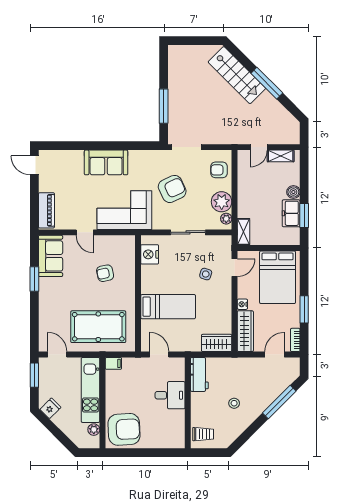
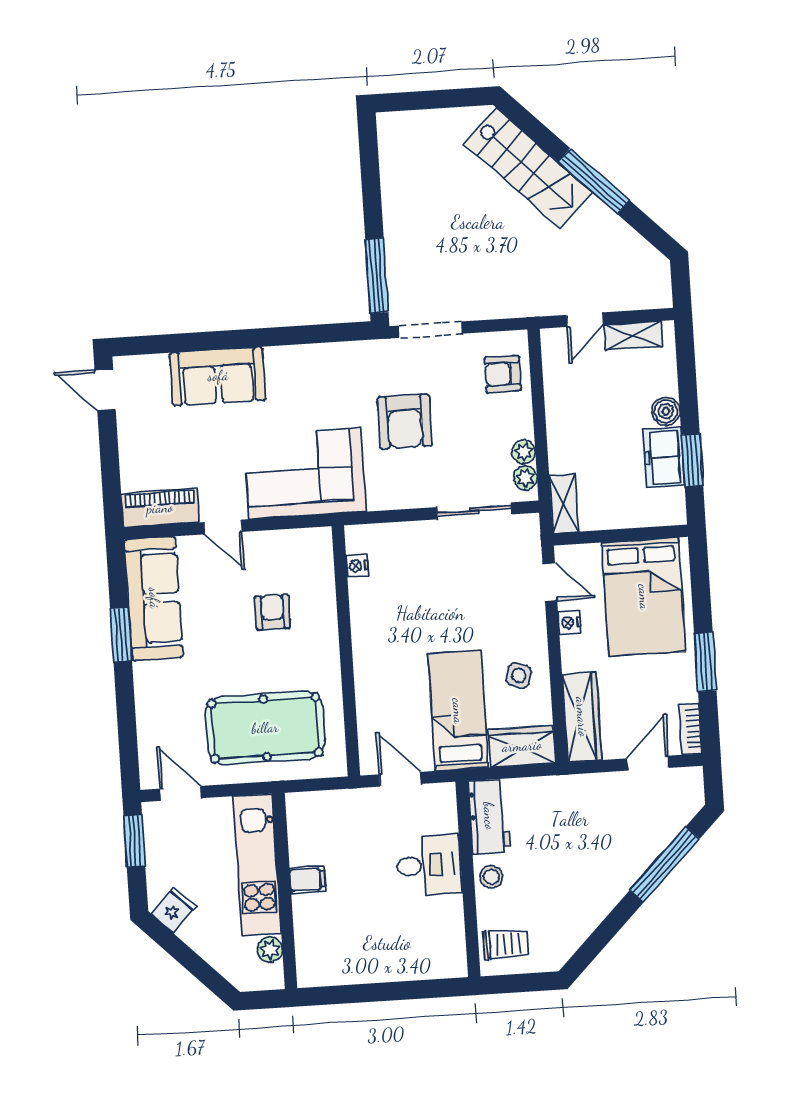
window: (164, 106) -> (377, 276), moved
sofa: (106, 162) -> (218, 376), moved
armchair: (172, 189) -> (405, 422), turned 115
plant: (222, 202) -> (524, 452), width x0.53, depth x0.53
piano: (46, 210) -> (160, 508), moved, turned -90
sliding door: (188, 232) -> (474, 511), moved
nightstand: (150, 254) -> (357, 566), width x0.53, depth x0.56
sofa: (51, 256) -> (154, 598), width x1.36
door: (235, 268) -> (550, 582), hinge flipped
armchair: (105, 273) -> (272, 612), turned 102
side table: (206, 274) -> (519, 675), moved
nightstand: (242, 304) -> (569, 623), moved
bed: (168, 307) -> (458, 711), moved, turned -90
filing cabinet: (113, 363) -> (308, 880), moved
stool: (234, 403) -> (491, 877), moved
armchair: (124, 429) -> (335, 945), removed

